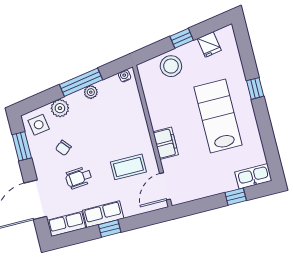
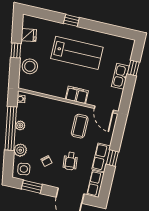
window: (81, 82) -> (11, 128), width x1.46
lab bench: (218, 116) -> (77, 53), turned 180
kitchen sink: (253, 176) -> (120, 76), moved

